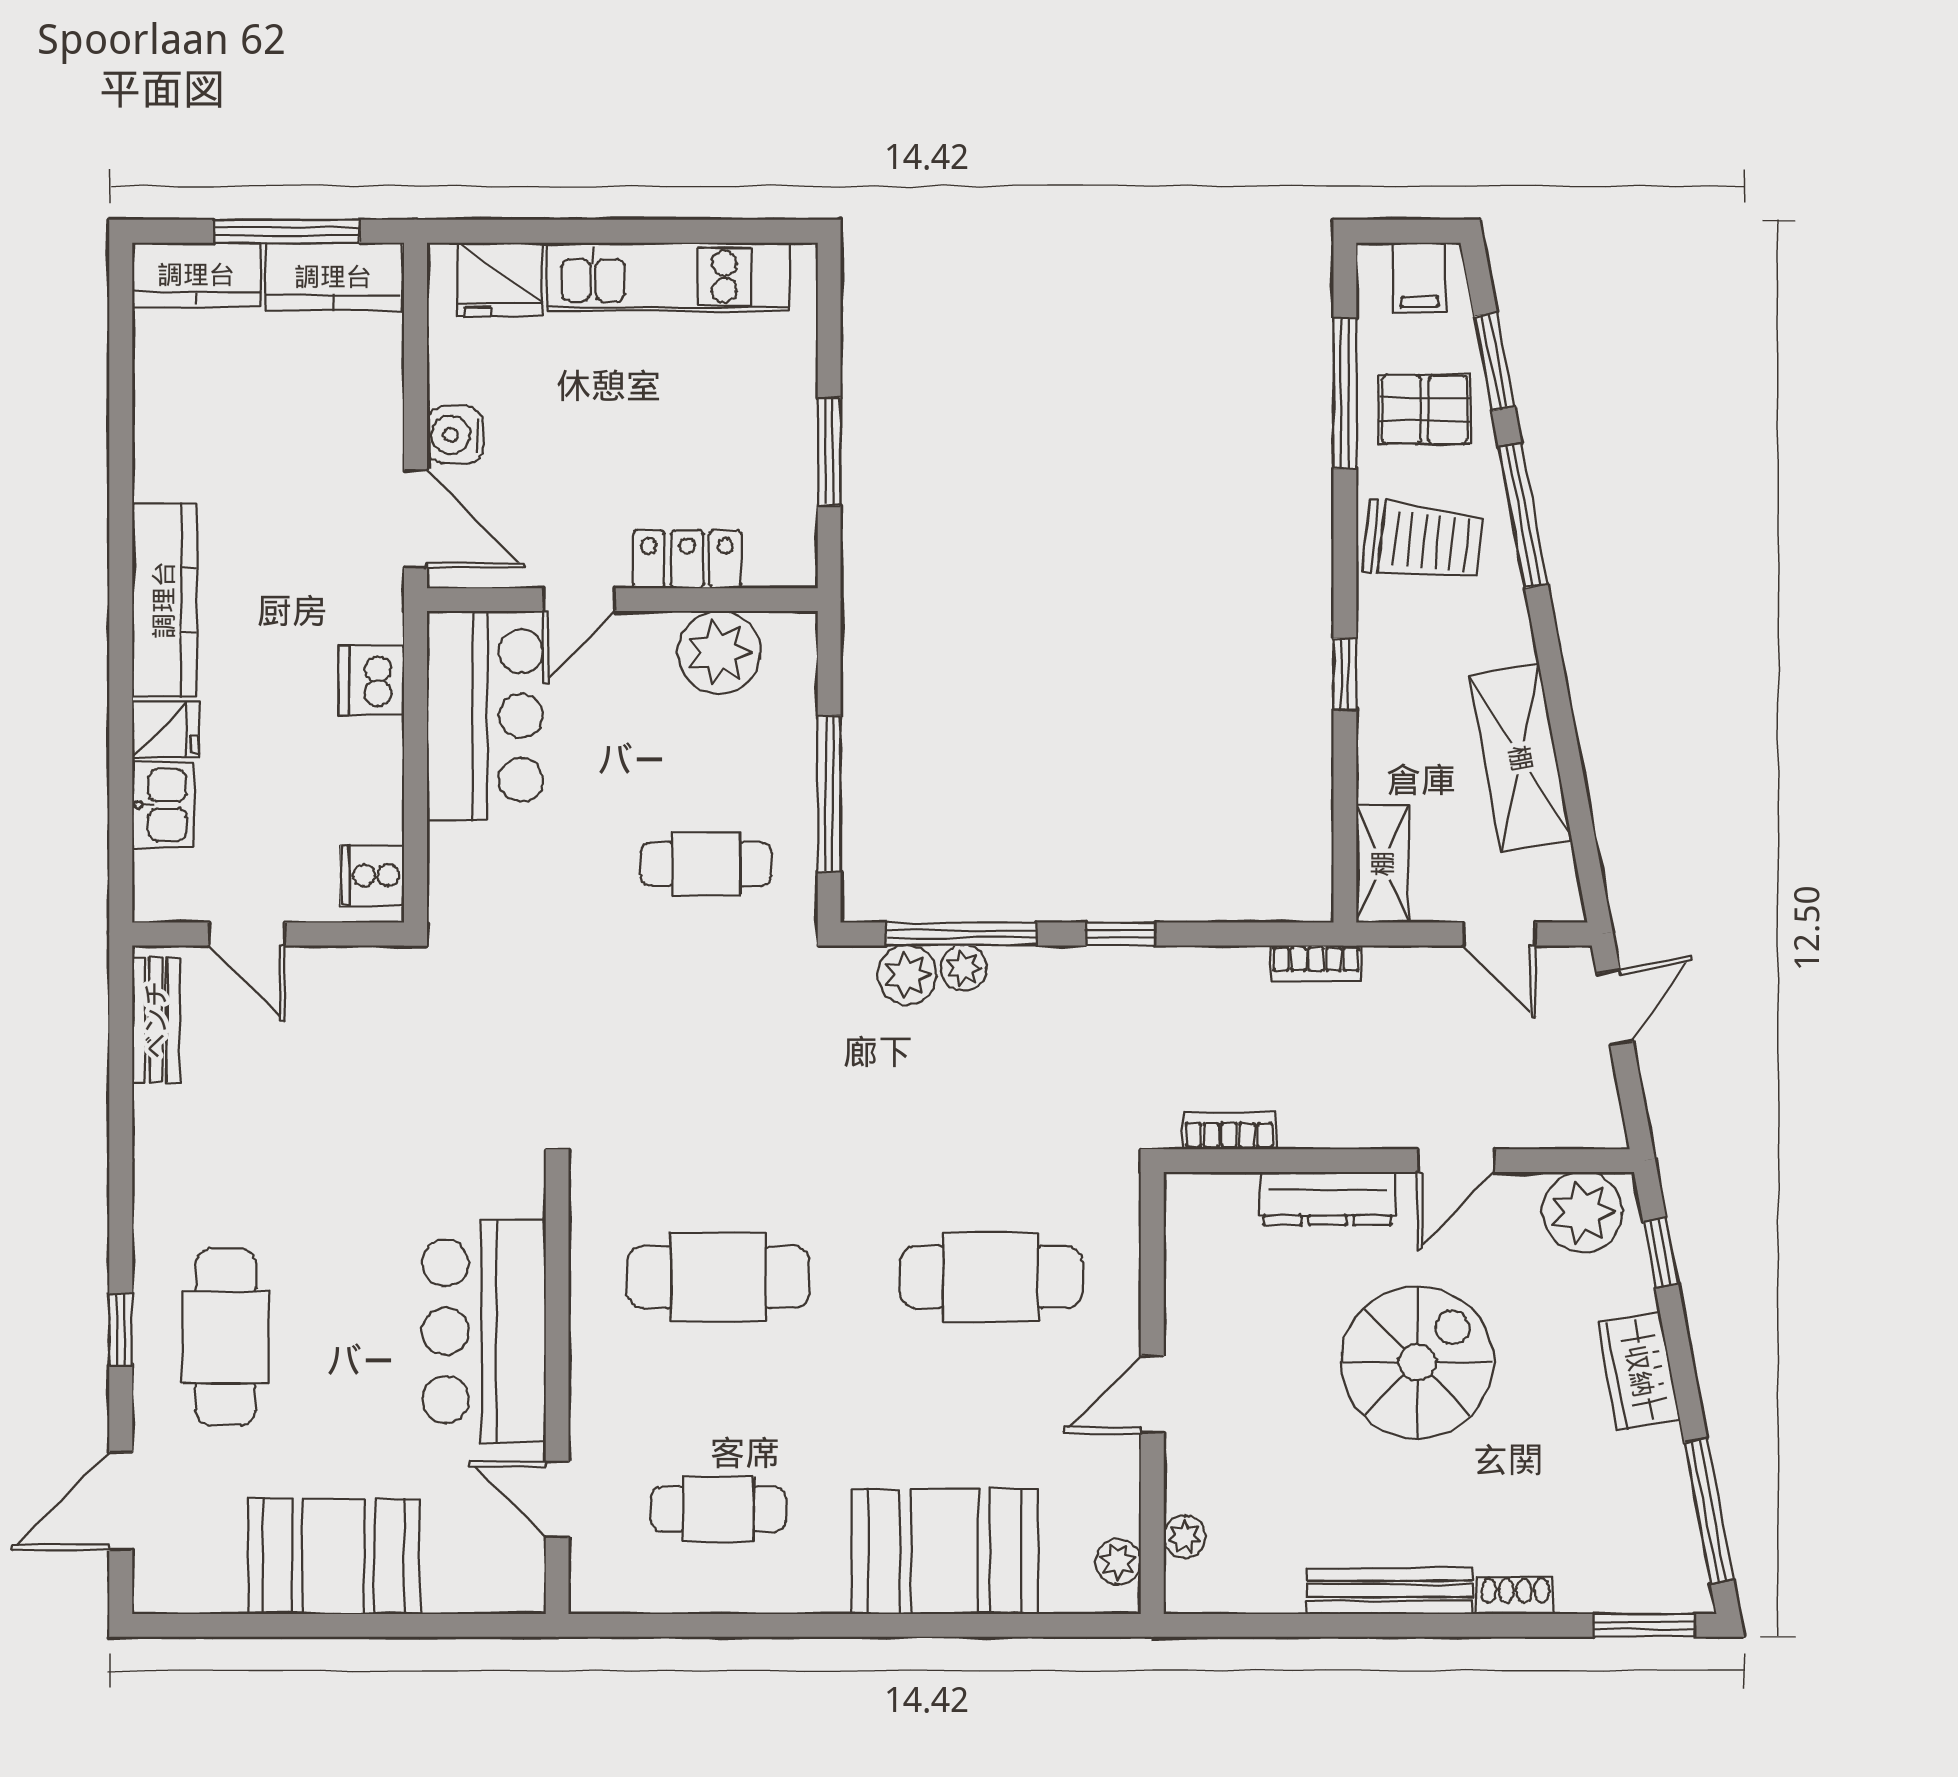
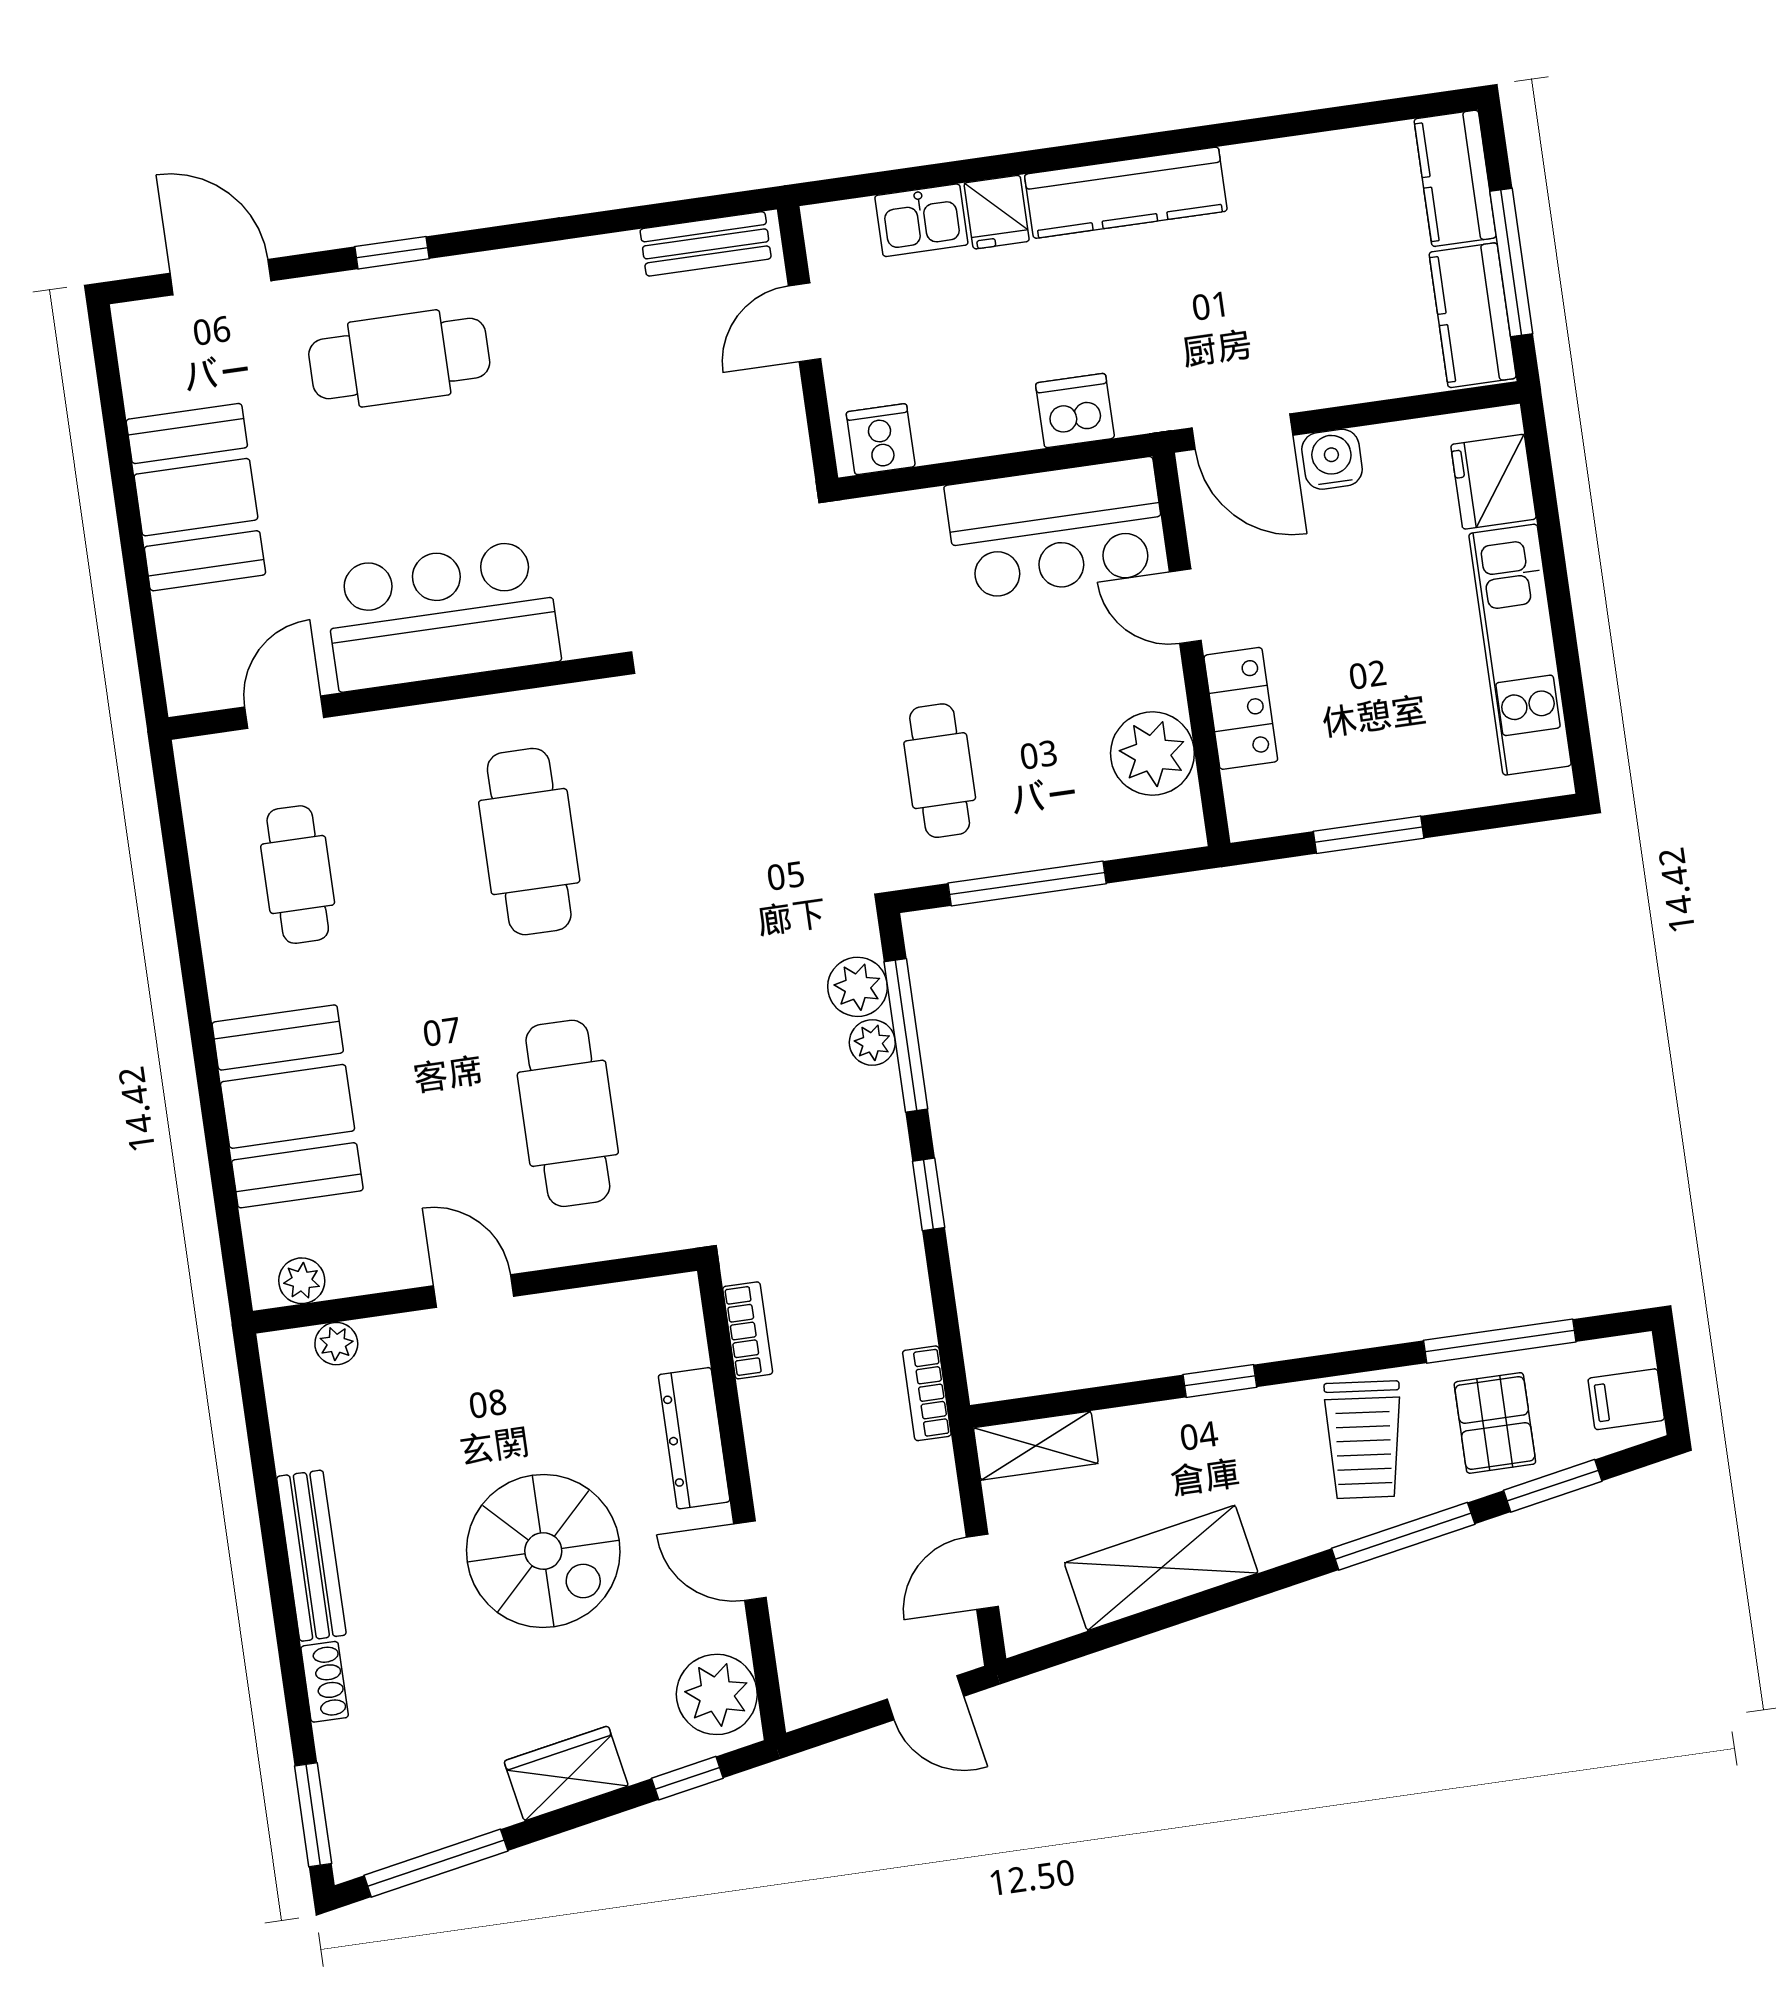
door: (415, 519) -> (1242, 432), hinge flipped

